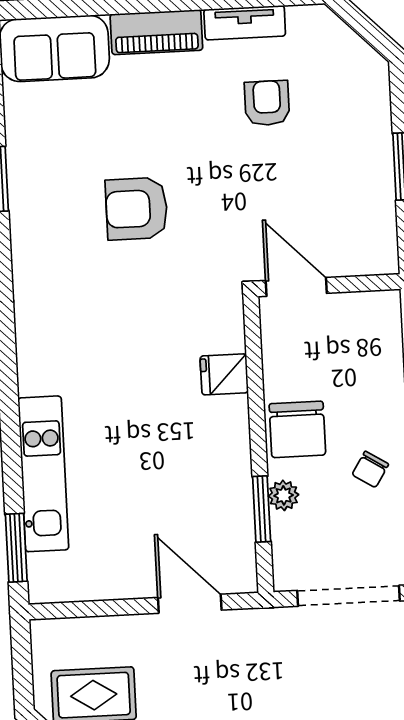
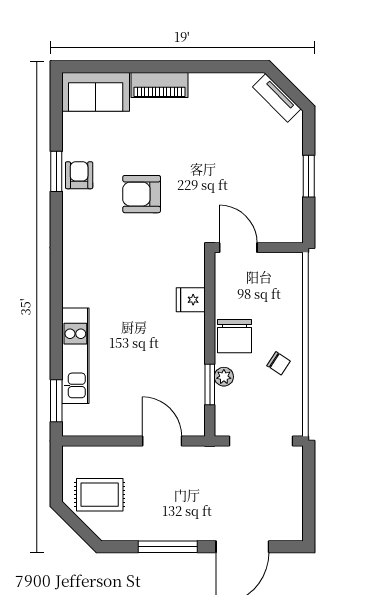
tv unit: (245, 23) -> (277, 98), moved, turned 45
armchair: (267, 103) -> (79, 175), moved
chair: (370, 469) -> (279, 363), turned -89

